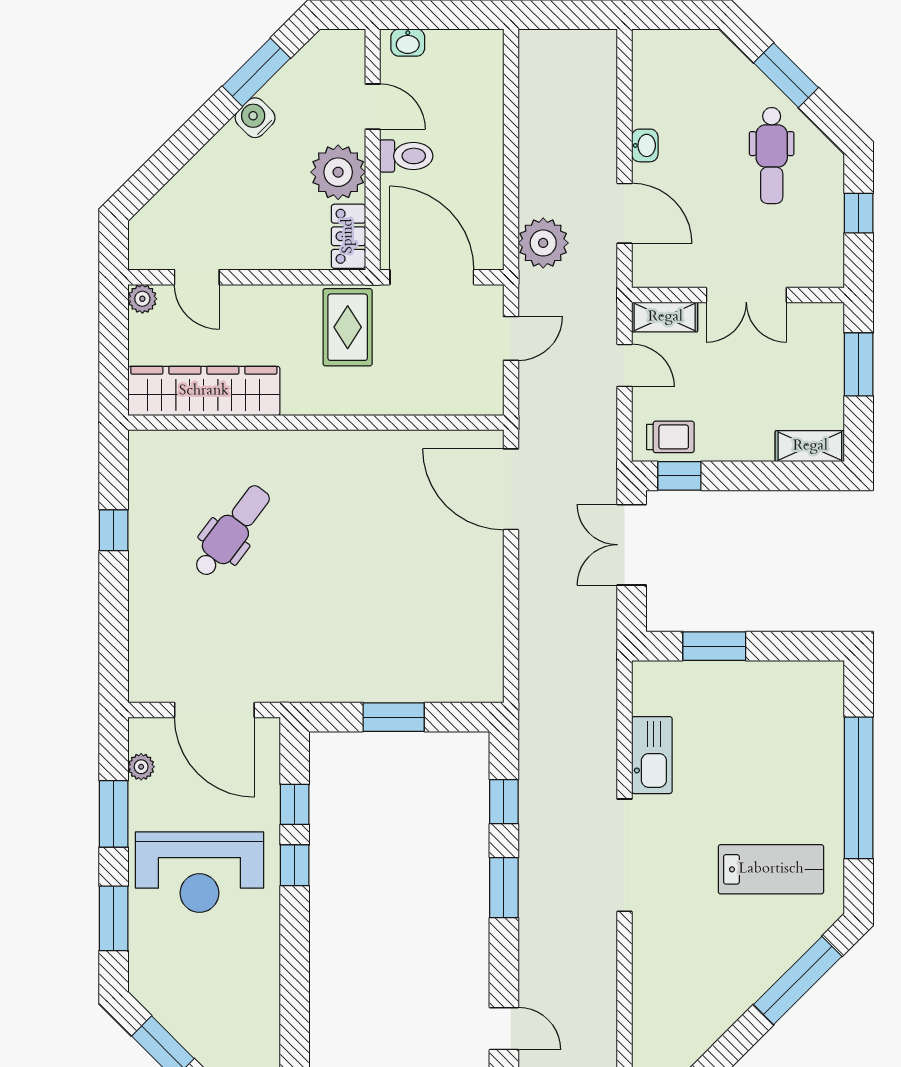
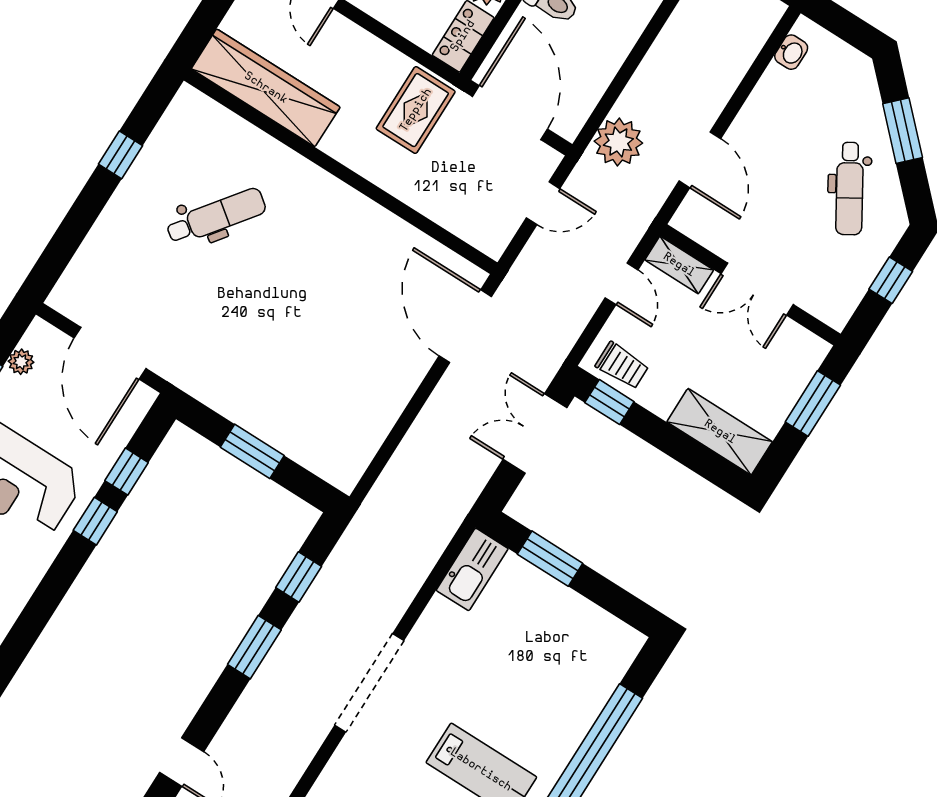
washbasin: (645, 145) -> (791, 52), moved
dental chair: (772, 156) -> (850, 189), turned -31
shelving: (810, 446) -> (720, 432), width x1.50, depth x1.33
kitchen sink: (652, 755) -> (472, 569), moved

